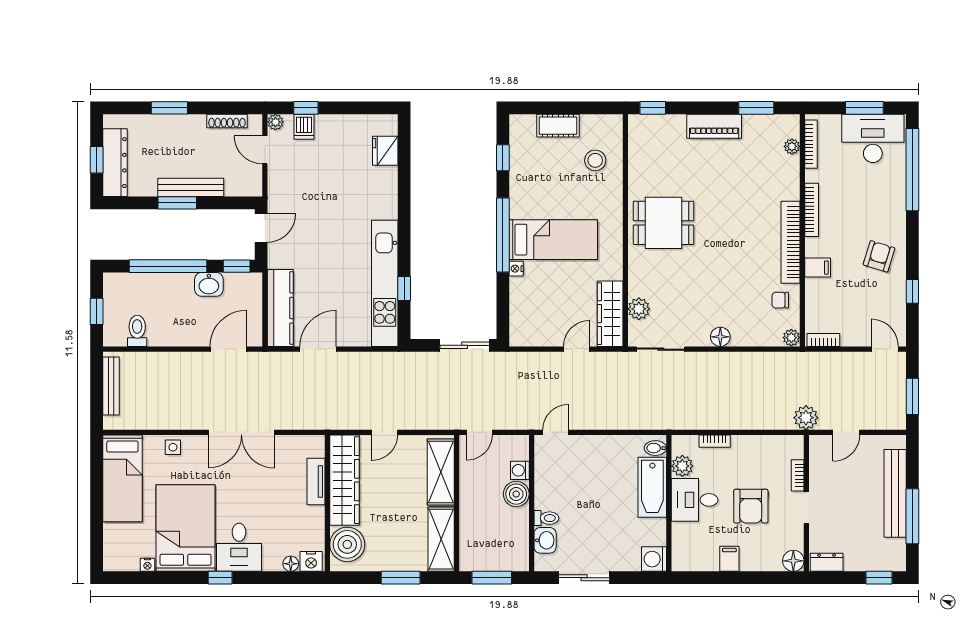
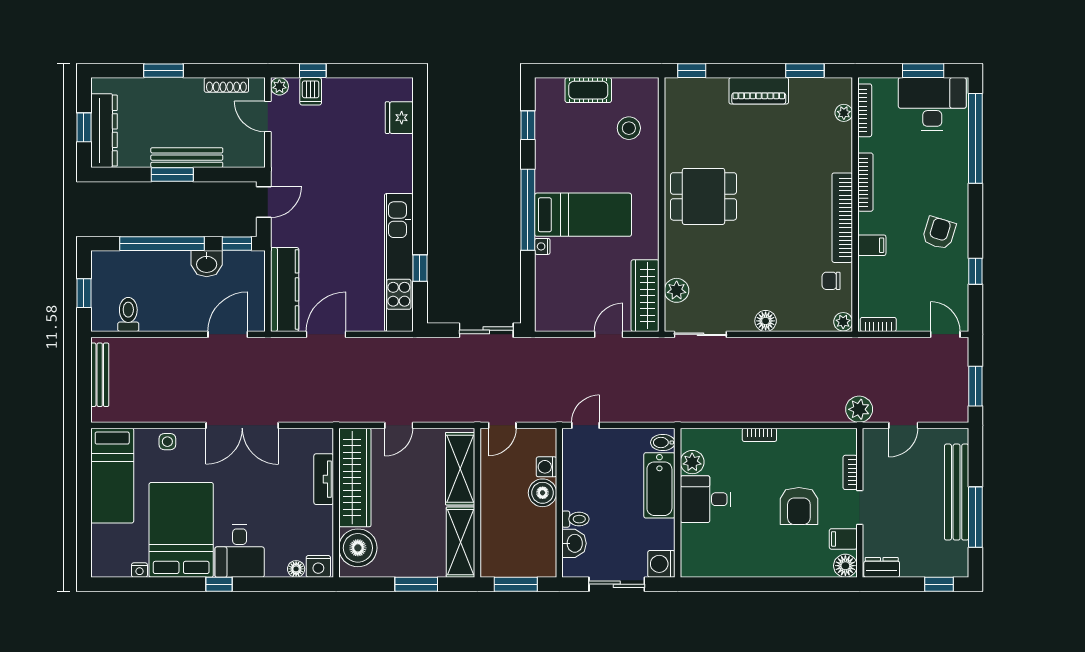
bidet: (655, 448) -> (663, 443), moved
plant: (682, 466) -> (692, 462), moved
bathtub: (652, 487) -> (659, 485), moved
desk: (695, 500) -> (706, 499), moved
wall: (669, 503) -> (678, 503), moved
washing machine: (654, 559) -> (661, 564), moved
filing cabinet: (729, 559) -> (843, 539), moved, turned -90

